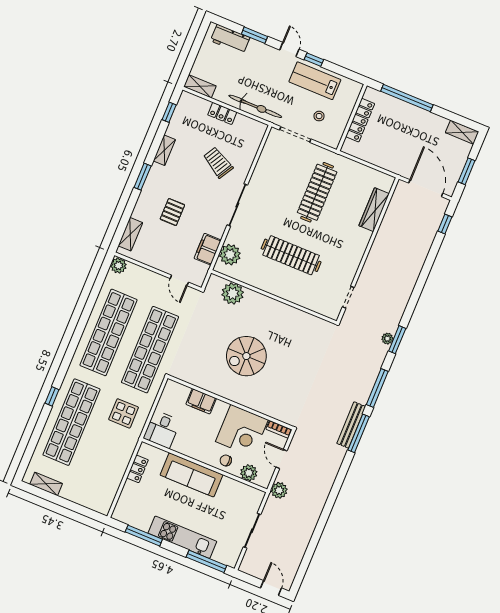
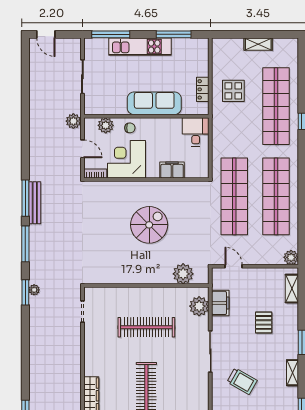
display table: (124, 413) -> (233, 91), moved
shelving: (46, 484) -> (258, 44), moved

